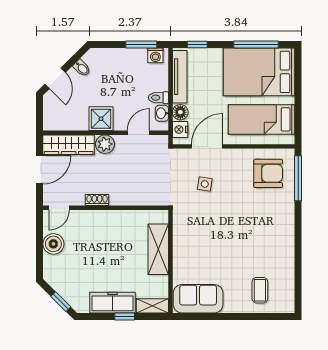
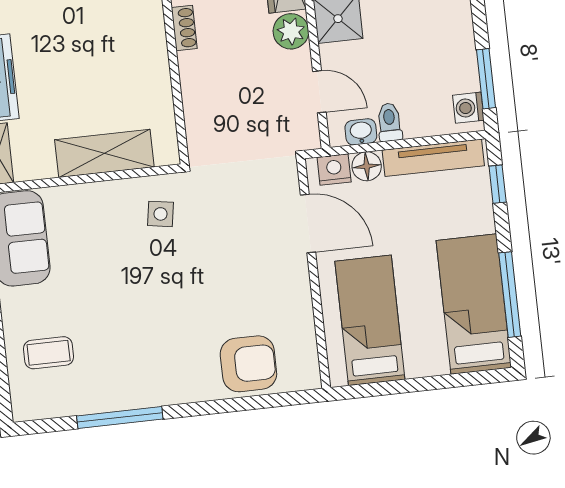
bed: (259, 72) -> (474, 304), width x0.67
armchair: (268, 173) -> (248, 364), moved, turned -90
window: (298, 178) -> (120, 417), moved
side table: (205, 184) -> (161, 214), moved

